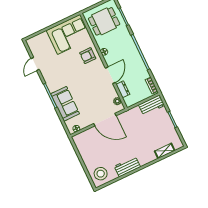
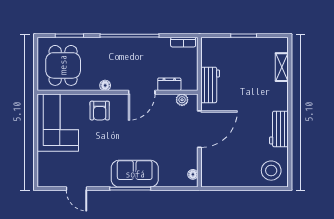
door: (110, 75) -> (142, 92), swing flipped
sofa: (65, 104) -> (135, 174), moved
workbench: (152, 105) -> (210, 85), moved

